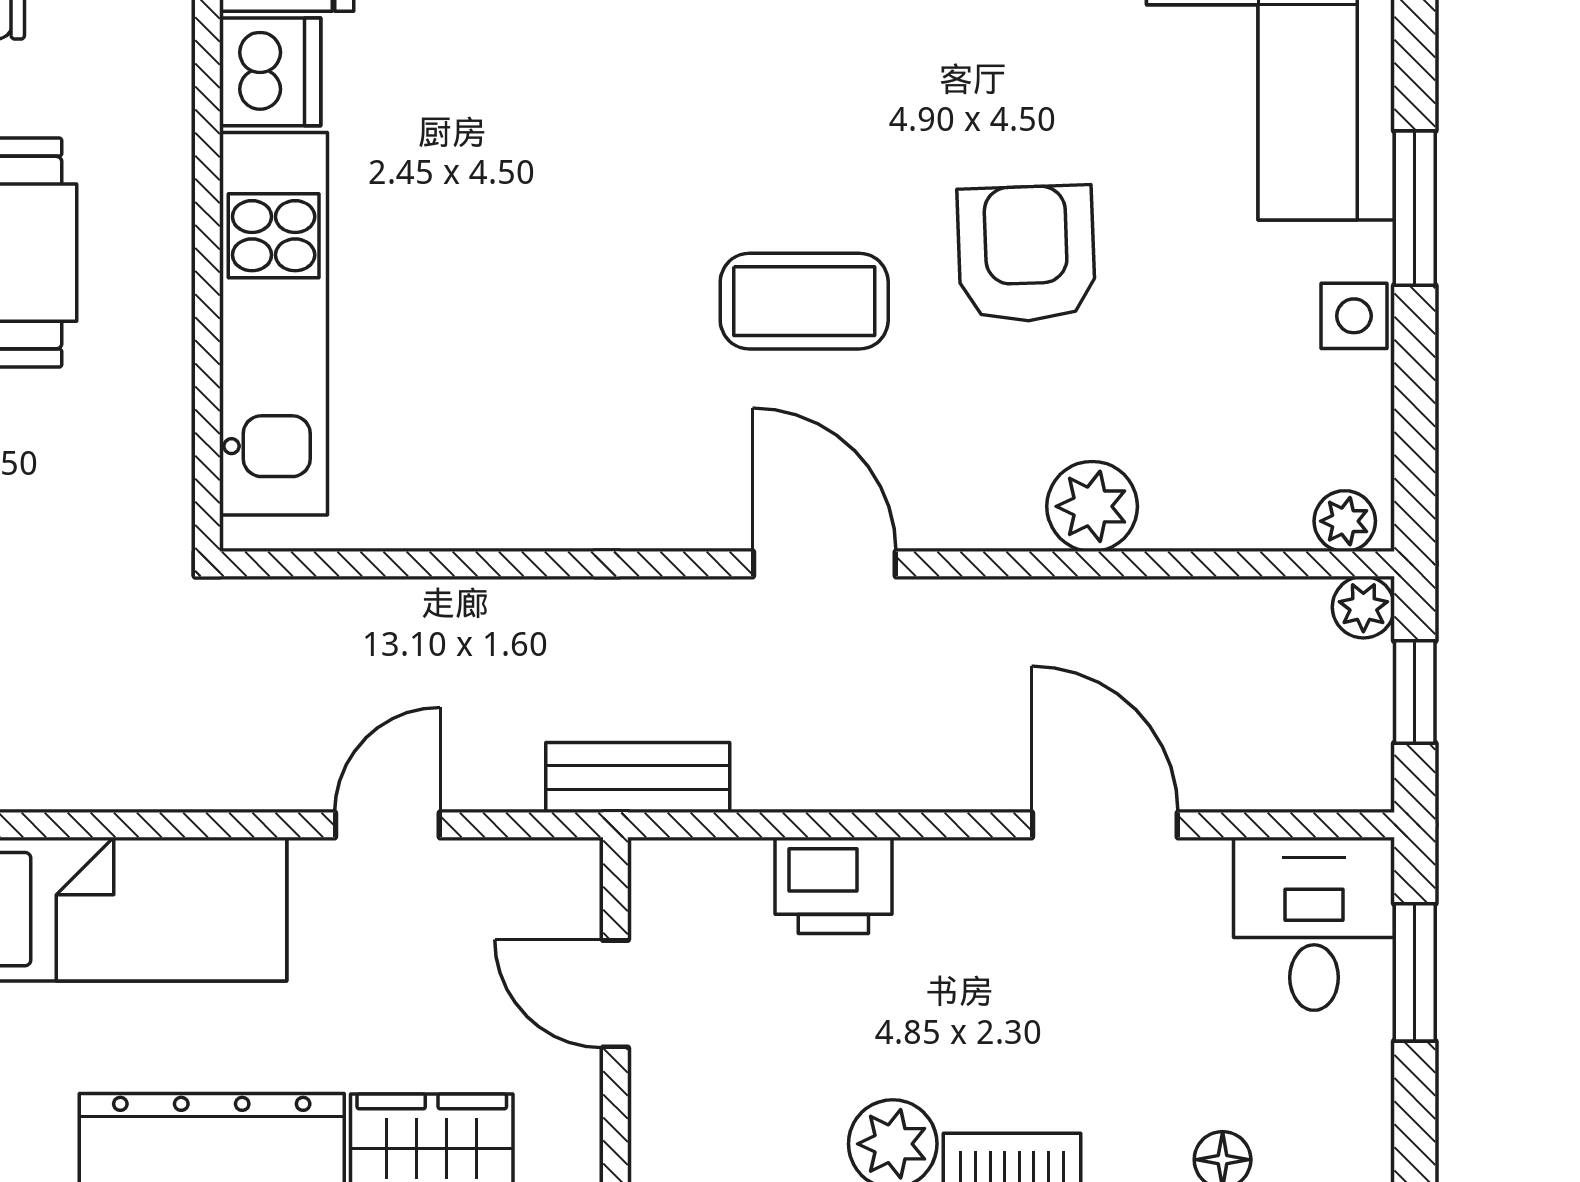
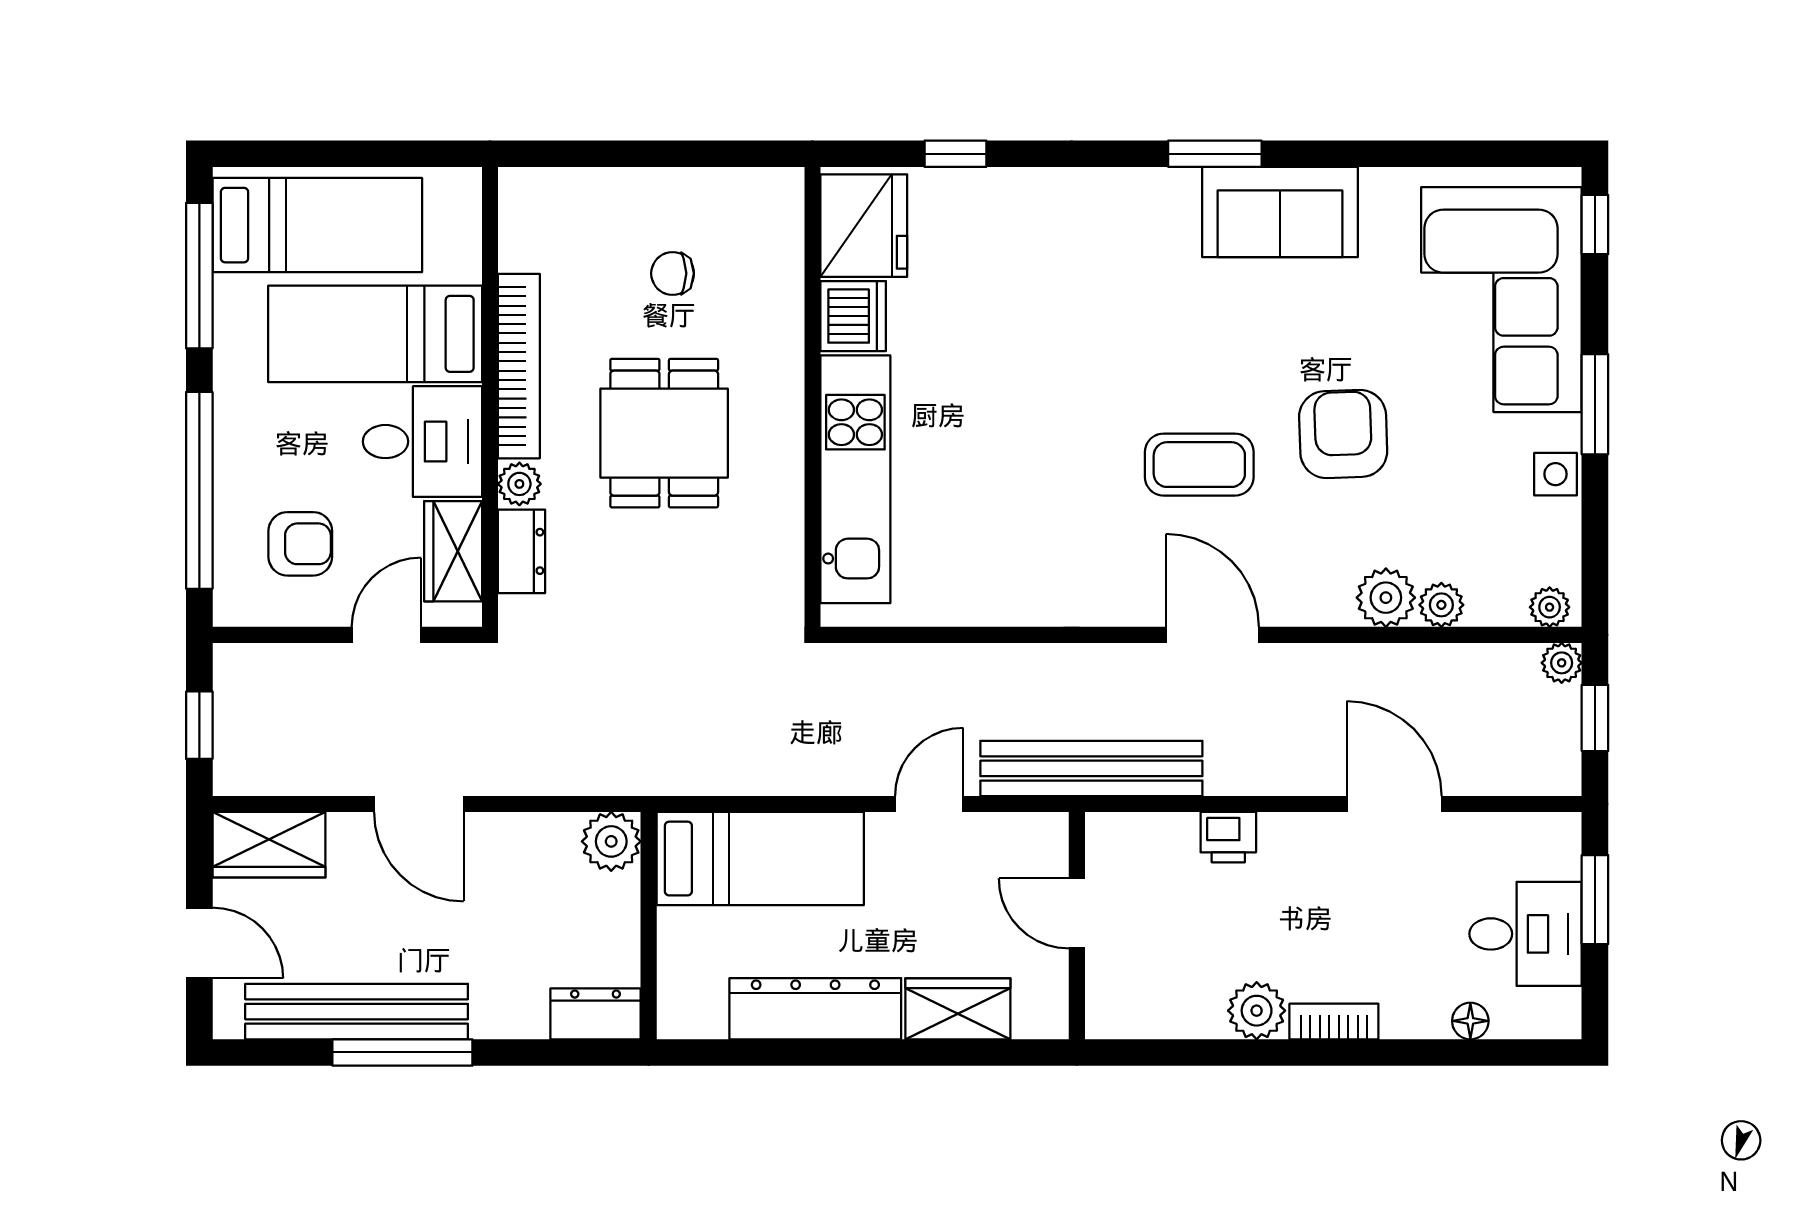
plant: (1178, 518) -> (1441, 605), added
bench: (638, 778) -> (1091, 768), width x1.86, depth x1.21
printer: (833, 885) -> (1228, 837), width x0.73, depth x0.81
desk: (1314, 924) -> (1526, 934), moved, turned 90

